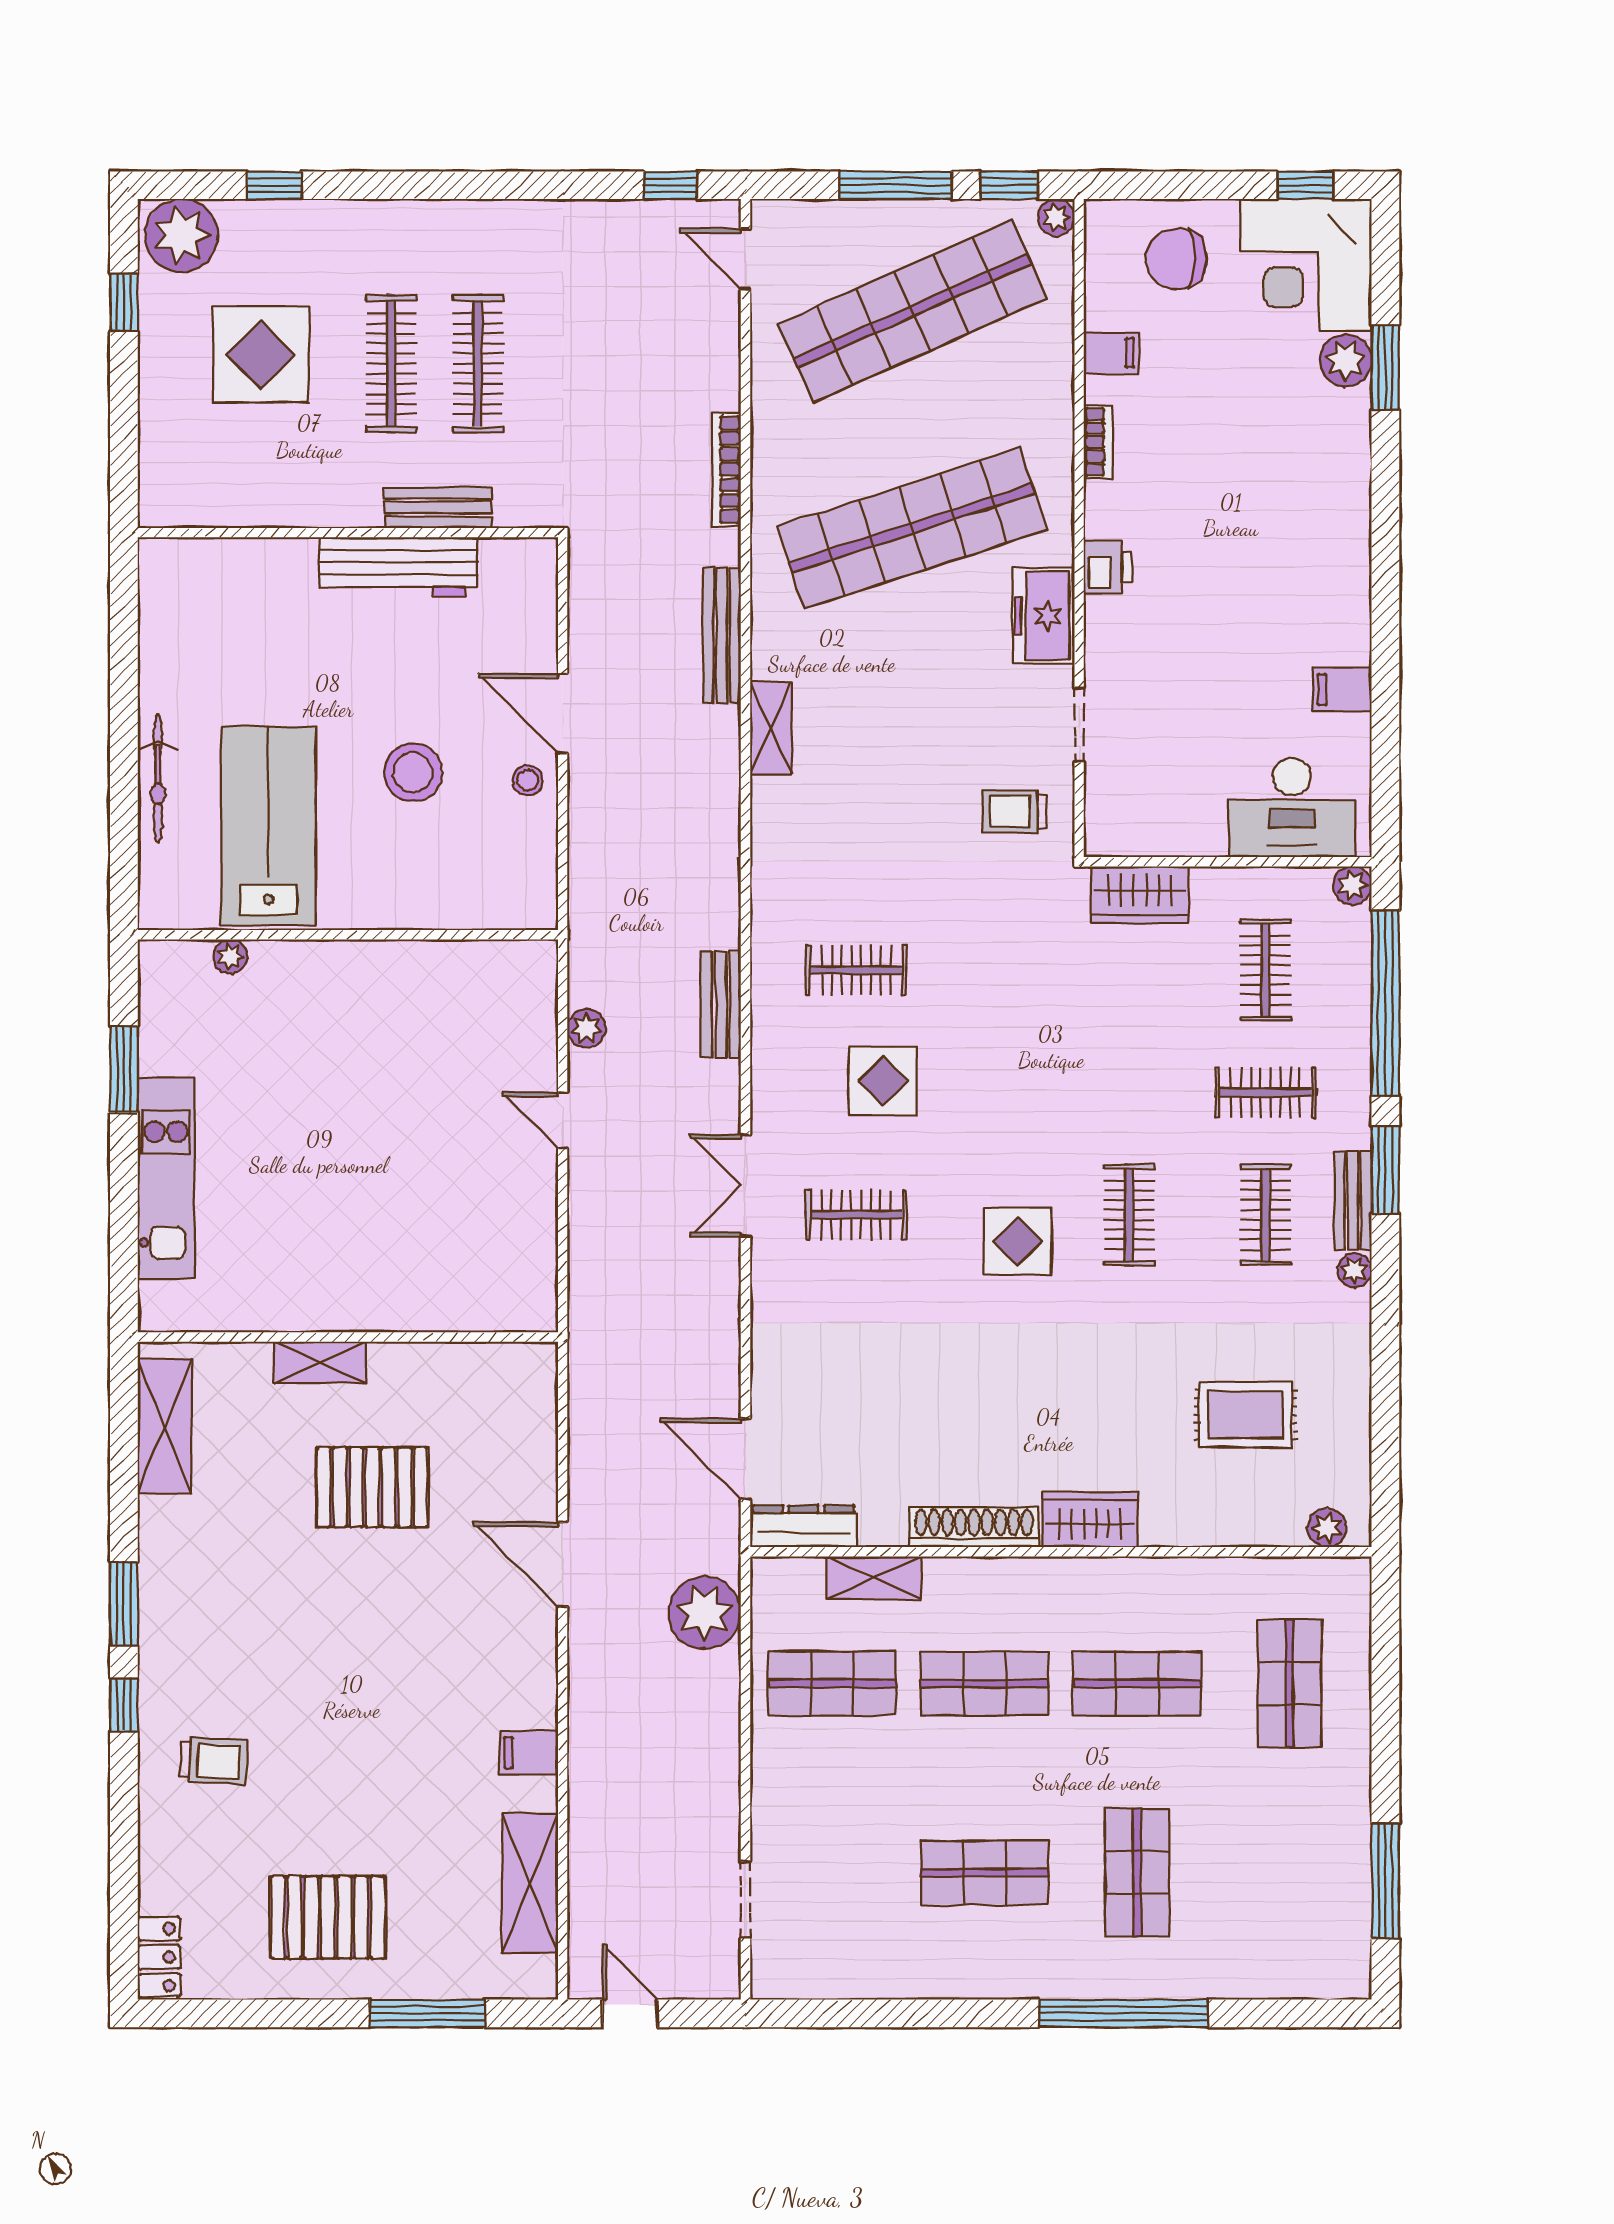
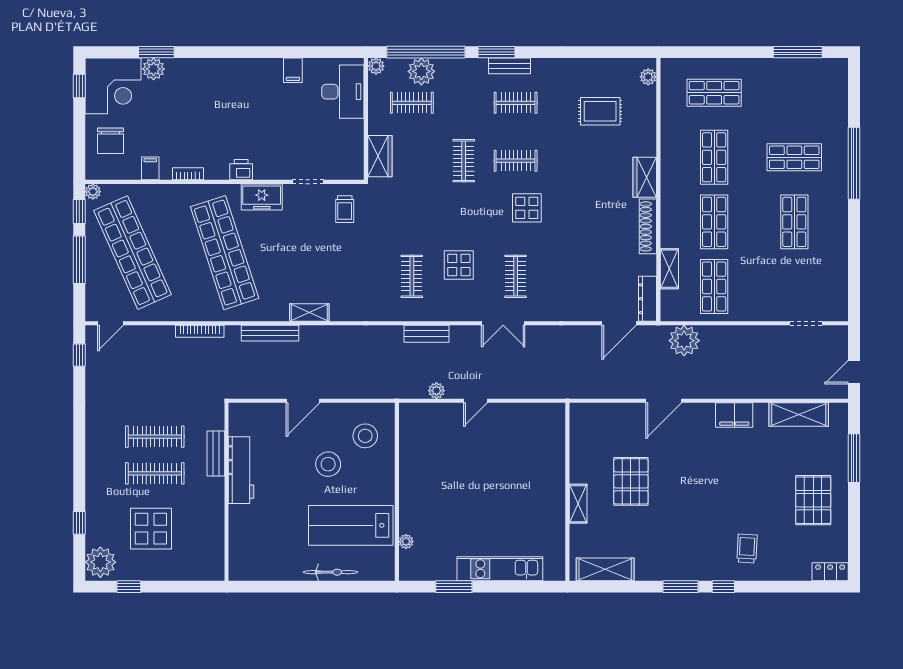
stool: (528, 780) -> (365, 436), moved, width x1.89, depth x1.89
clothes rail: (1266, 1092) -> (464, 161), moved
plant: (1355, 1270) -> (421, 71), moved, width x1.87, depth x1.87
rug: (1246, 1415) -> (600, 111), turned 90
filing cabinet: (529, 1753) -> (734, 415), width x2.00

